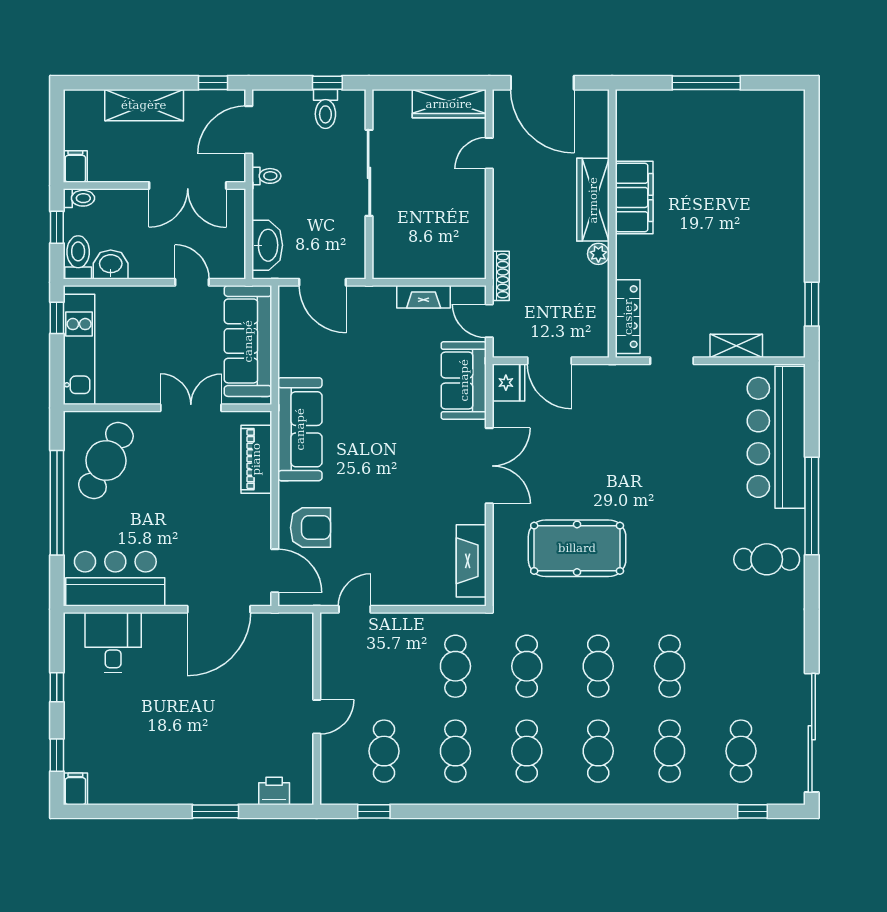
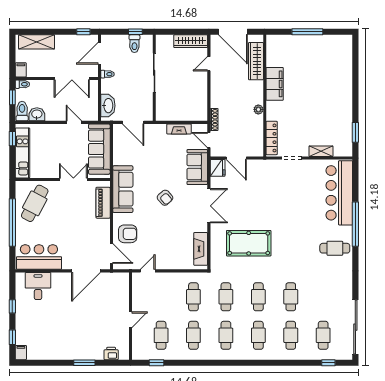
shelving: (144, 105) -> (37, 42), moved
wardrobe: (593, 200) -> (256, 61), moved
armchair: (393, 448) -> (165, 198), added

